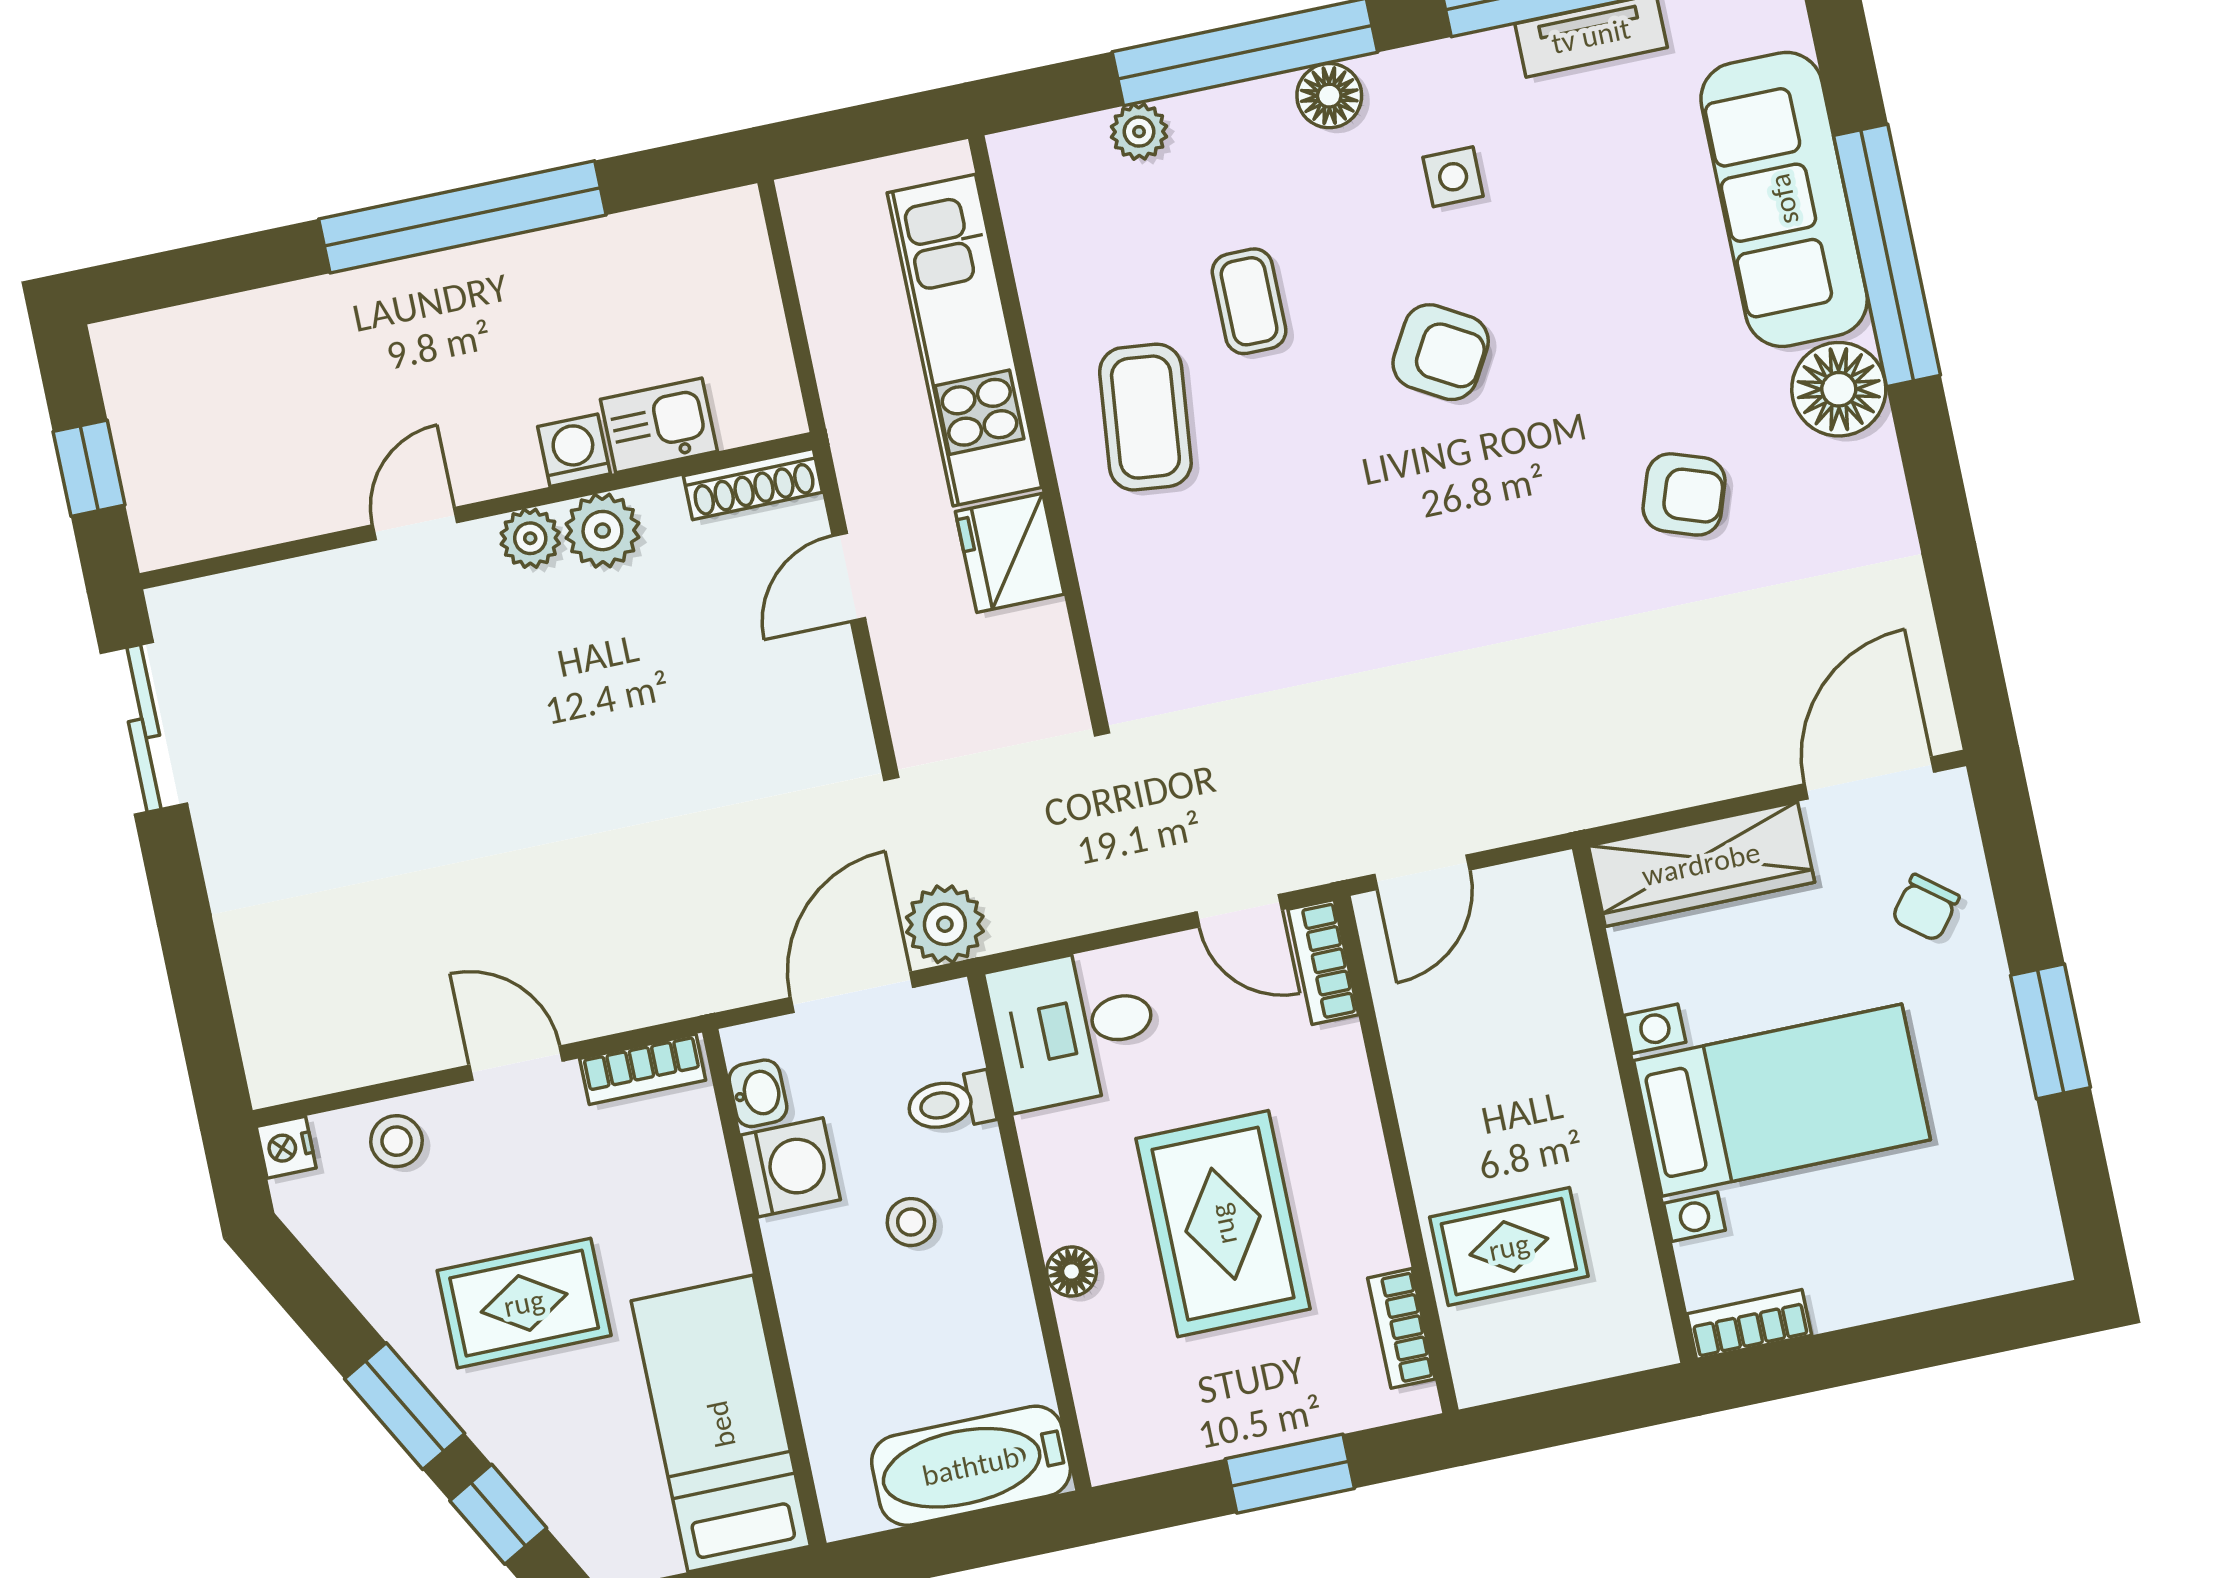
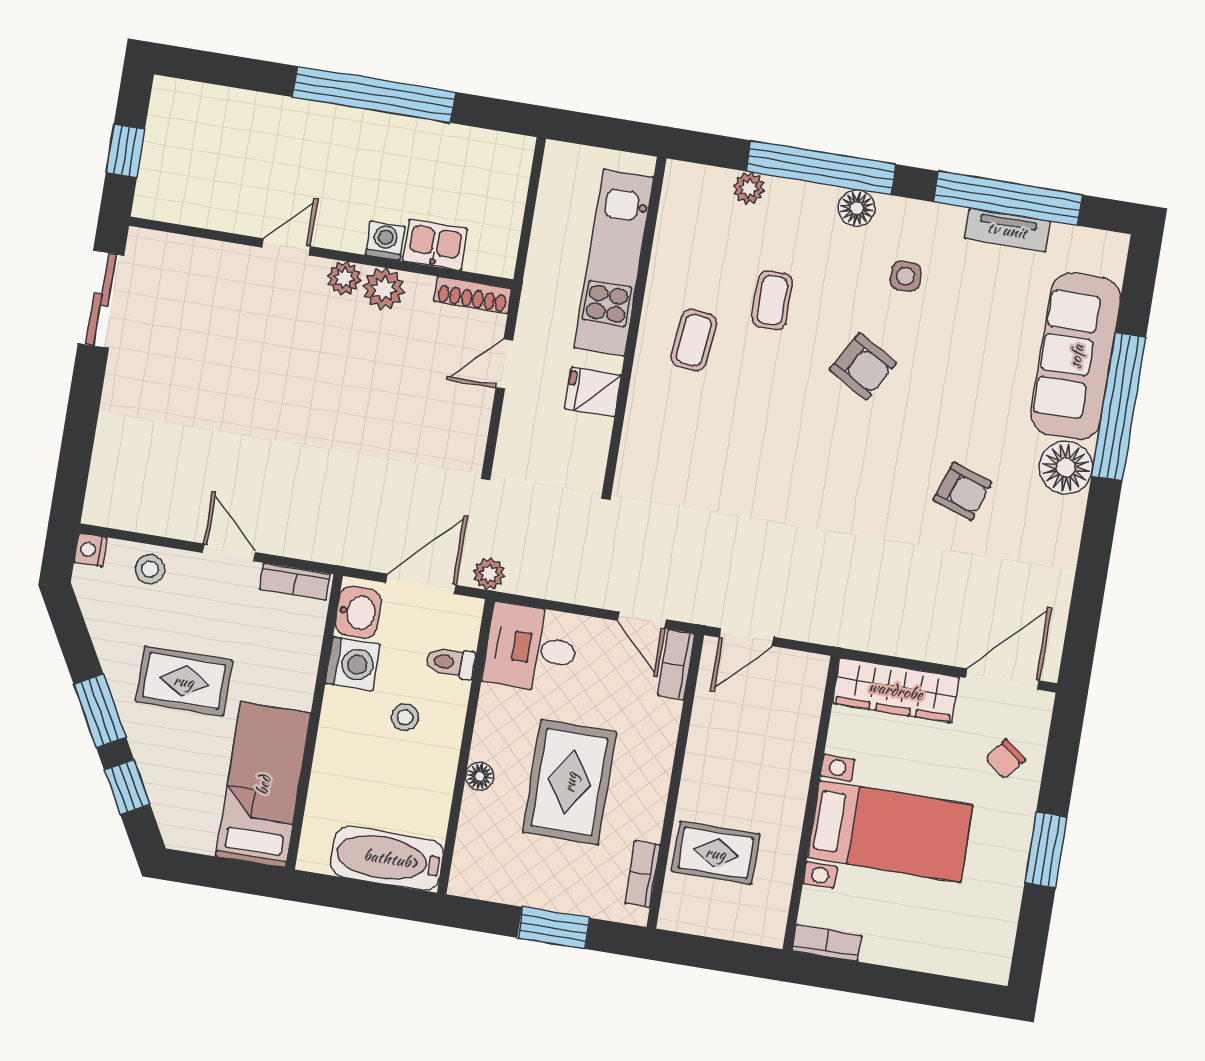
coffee table: (1145, 417) -> (694, 340), width x0.73, depth x0.77
fridge: (1010, 553) -> (593, 392), width x0.72
plant: (945, 924) -> (489, 574), width x0.73, depth x0.73
washbasin: (758, 1093) -> (358, 612), width x1.38, depth x1.45

